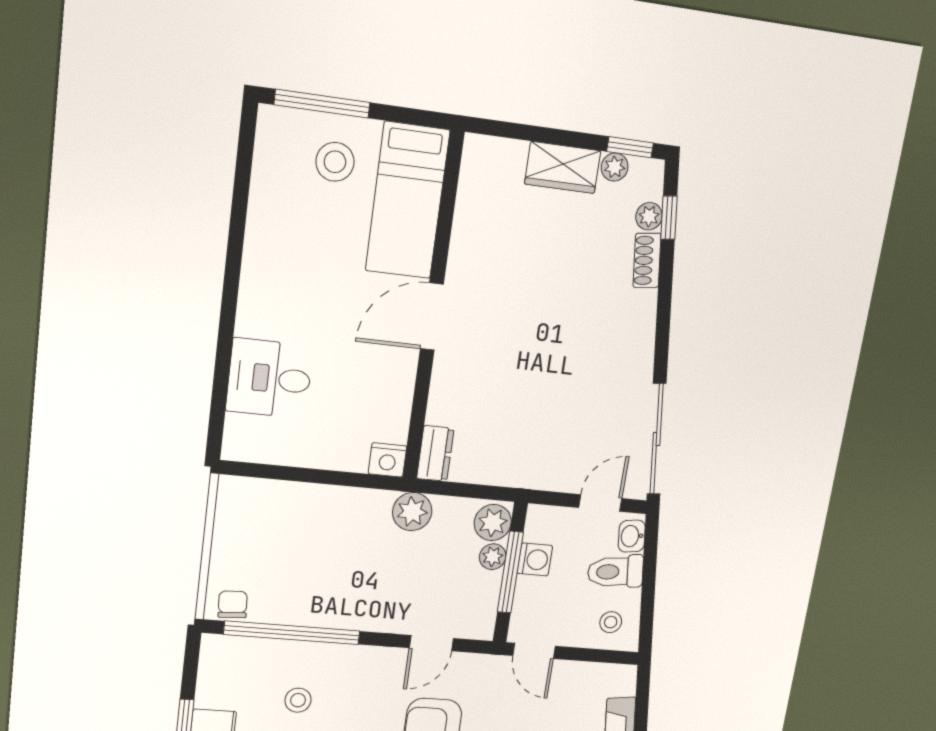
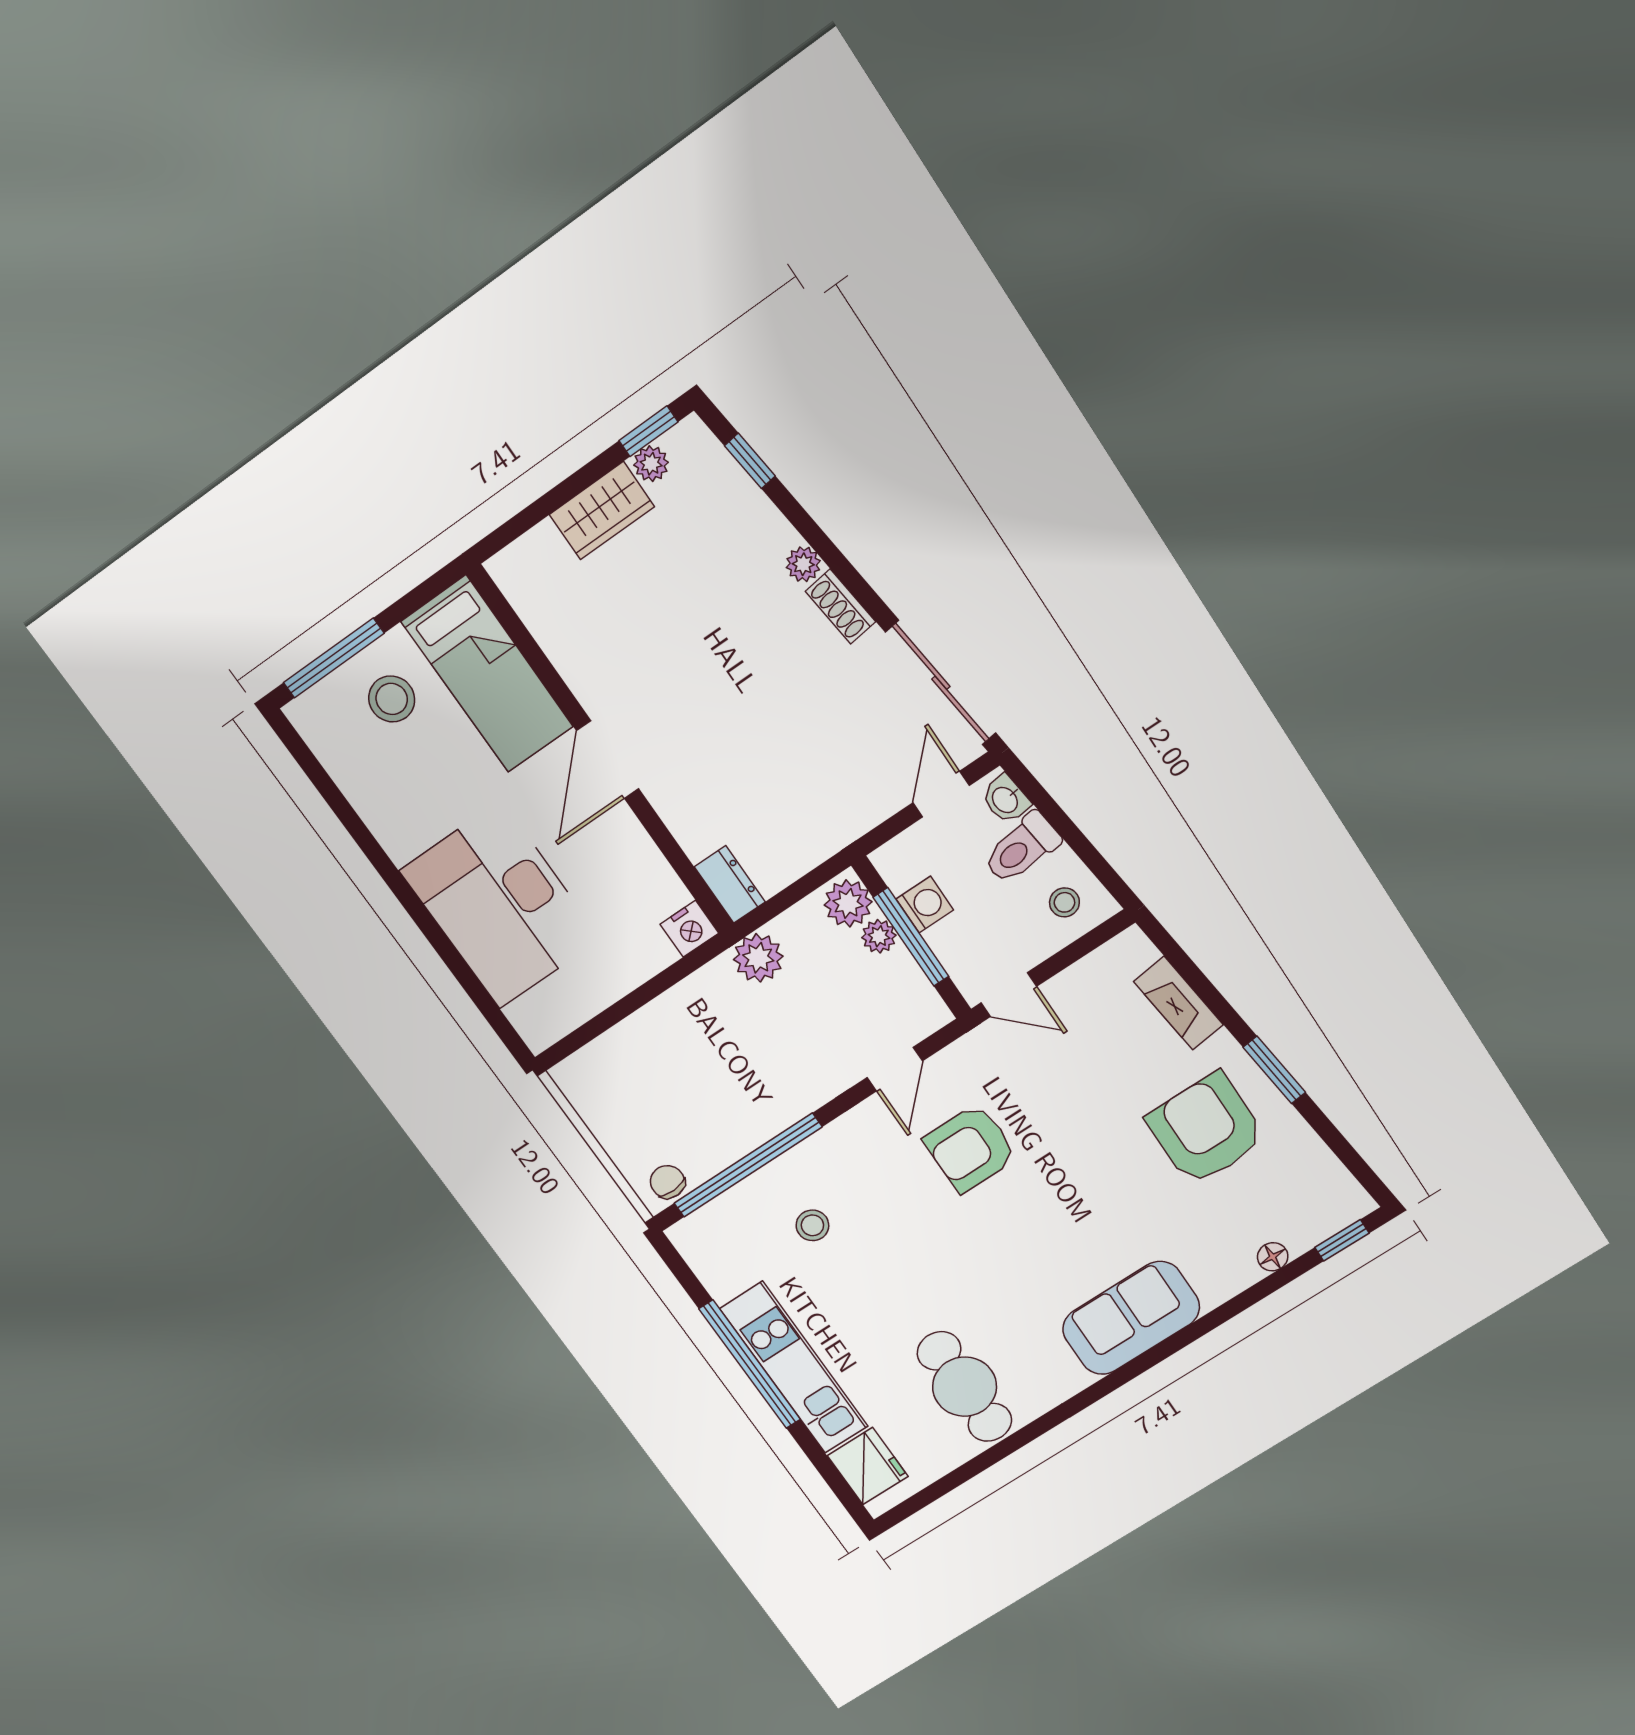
plant: (649, 216) -> (803, 564), moved
shoe rack: (647, 260) -> (840, 606), moved
desk: (269, 378) -> (500, 905), width x1.87, depth x1.30

